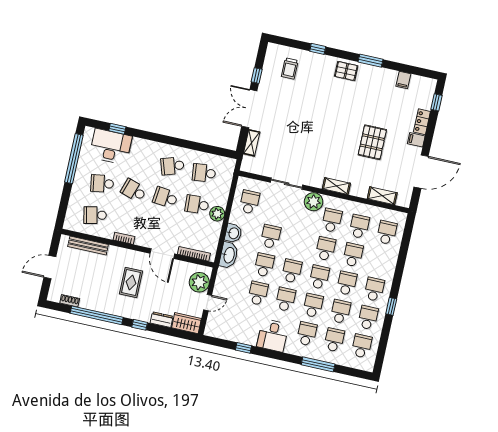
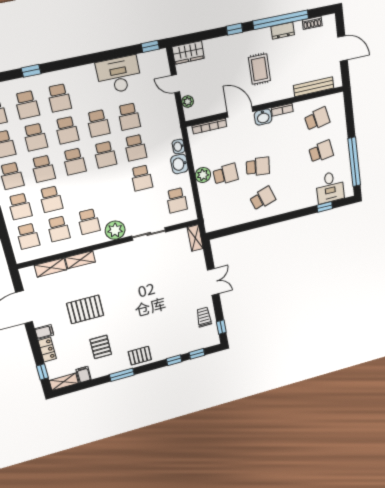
window: (294, 44) -> (197, 354), added
trolley: (290, 69) -> (204, 317), moved
window: (257, 76) -> (221, 327), moved
shelving: (423, 82) -> (64, 382), added
pallet: (376, 99) -> (101, 347), added
double door: (249, 109) -> (213, 282), width x0.73
pallet: (372, 142) -> (85, 309), turned 90
shelving: (252, 143) -> (195, 238), moved
desk: (111, 147) -> (330, 187), width x0.73
school desk: (204, 173) -> (231, 206), removed
shelving: (336, 186) -> (80, 260), moved
school desk: (134, 191) -> (290, 159), removed
washbasin: (144, 240) -> (263, 117), added
school desk: (326, 249) -> (20, 207), moved
washbasin: (229, 255) -> (178, 147), width x0.52, depth x0.69
door: (50, 267) -> (343, 49), hinge flipped
plant: (199, 282) -> (188, 102), width x0.53, depth x0.53
door: (208, 303) -> (176, 84), hinge flipped
dresser: (162, 320) -> (283, 31), moved
desk: (273, 335) -> (119, 75), moved, width x1.37
window: (244, 348) -> (150, 46), moved
window: (318, 364) -> (31, 71), width x0.46

